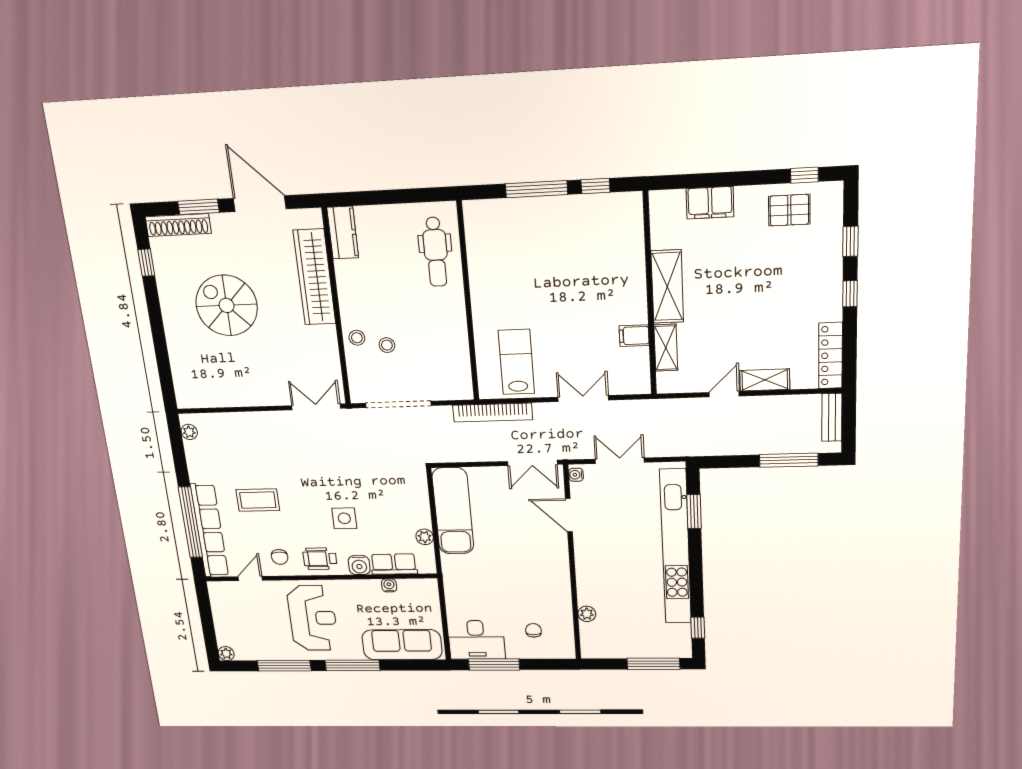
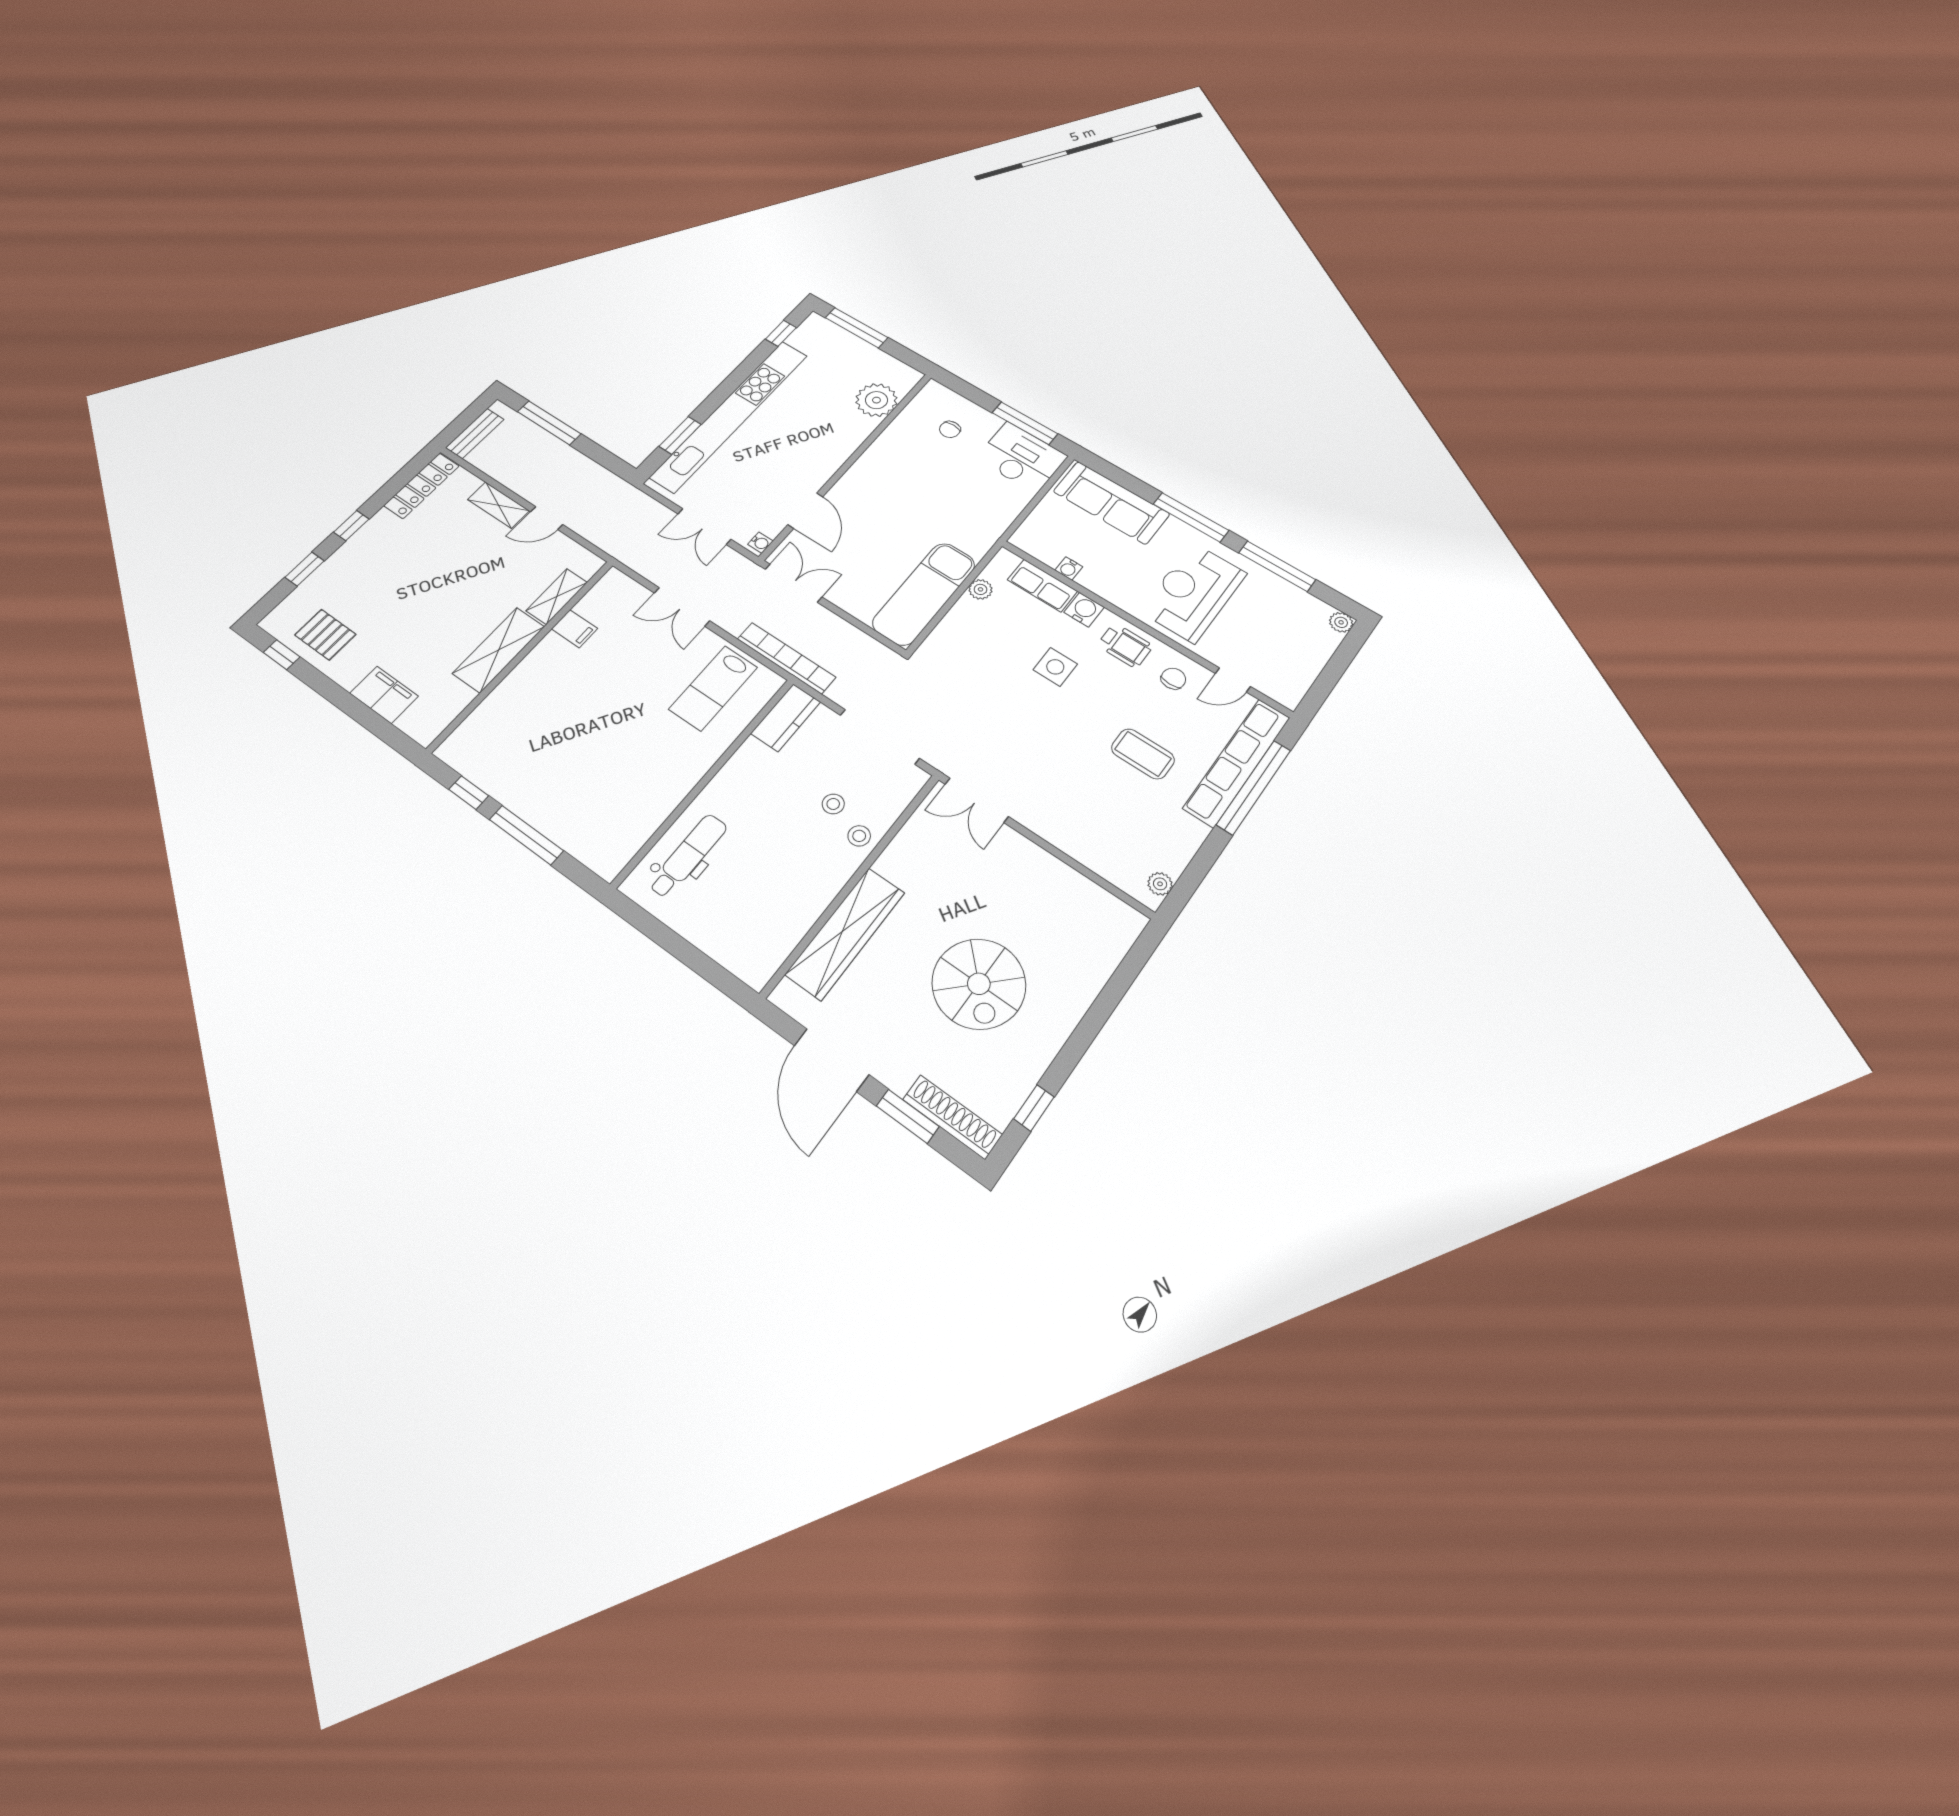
kitchen counter: (343, 233) -> (786, 718), moved, turned 180
plant: (587, 614) -> (876, 400), width x1.87, depth x1.87

